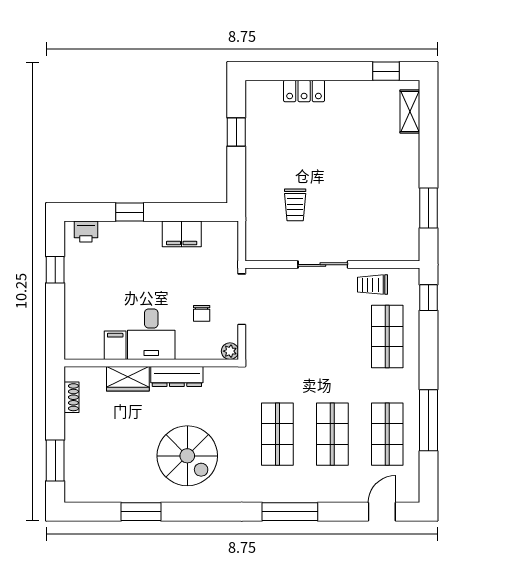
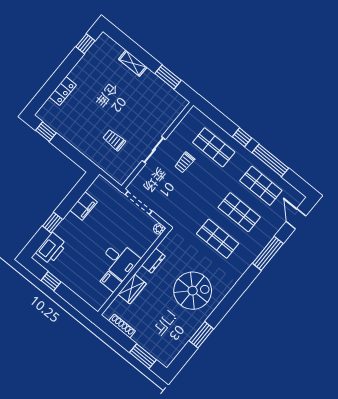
shelving: (410, 111) -> (133, 63), moved
window: (236, 132) -> (46, 132), moved
trolley: (295, 205) -> (114, 140), turned 180
printer: (86, 232) -> (51, 248), width x1.87, depth x1.48
trolley: (372, 285) -> (185, 162), moved
window: (429, 298) -> (242, 137), moved
chair: (202, 313) -> (130, 228), removed
dresser: (177, 376) -> (153, 261), width x0.70
shoe rack: (71, 397) -> (122, 326), width x1.43
window: (290, 512) -> (268, 253), moved

